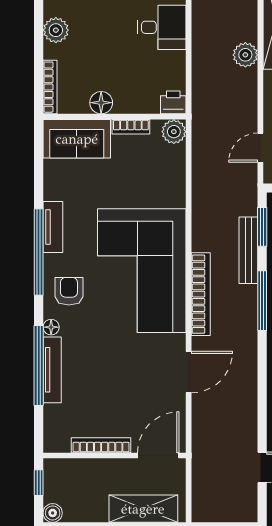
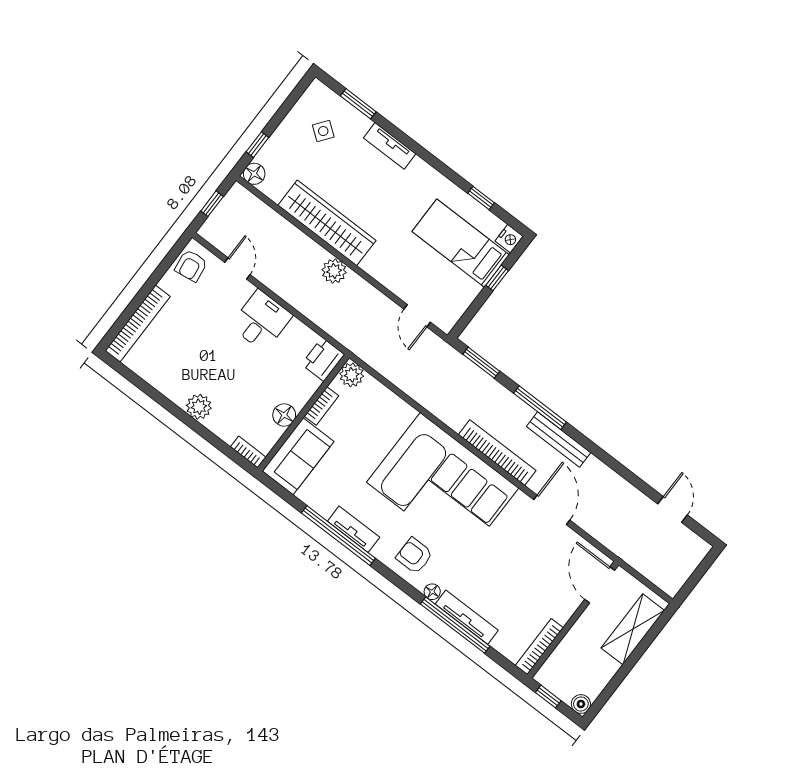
bookcase: (50, 87) -> (248, 452), width x0.64
printer: (173, 102) -> (323, 359), width x1.36, depth x1.24
bench: (248, 250) -> (559, 439), moved
window: (39, 252) -> (338, 536), moved
bookcase: (101, 445) -> (539, 647), moved

